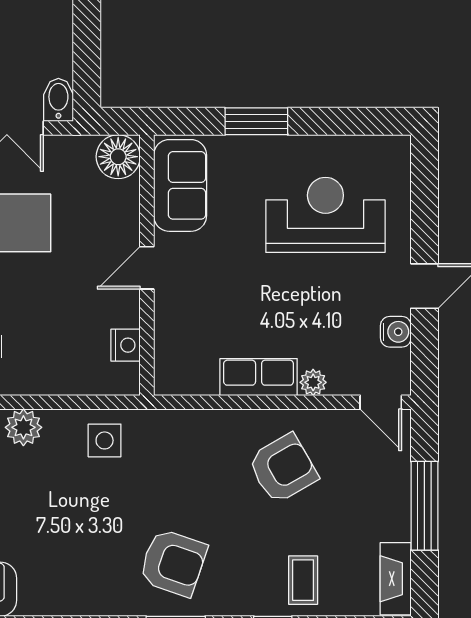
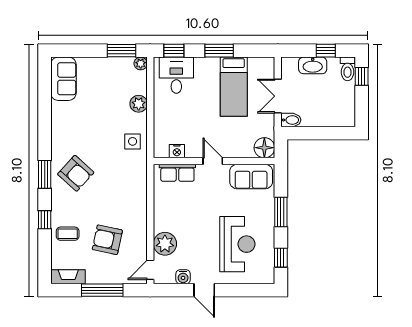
window: (355, 121) -> (281, 258), added
row of seats: (259, 377) -> (177, 173), moved, turned 90
plant: (313, 382) -> (165, 244), width x1.88, depth x1.88
armchair: (283, 469) -> (107, 240), moved, turned 132
armchair: (173, 563) -> (76, 173), turned -67

